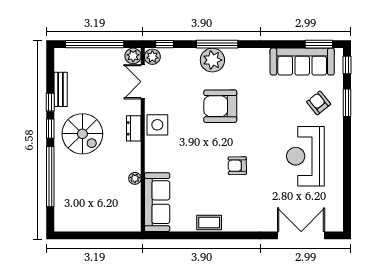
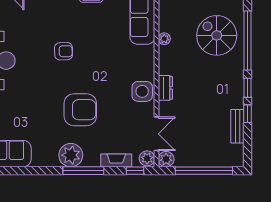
fireplace: (184, 55) -> (116, 160), added
plant: (212, 60) -> (71, 155), moved
spiral stairs: (82, 134) -> (217, 35), moved

